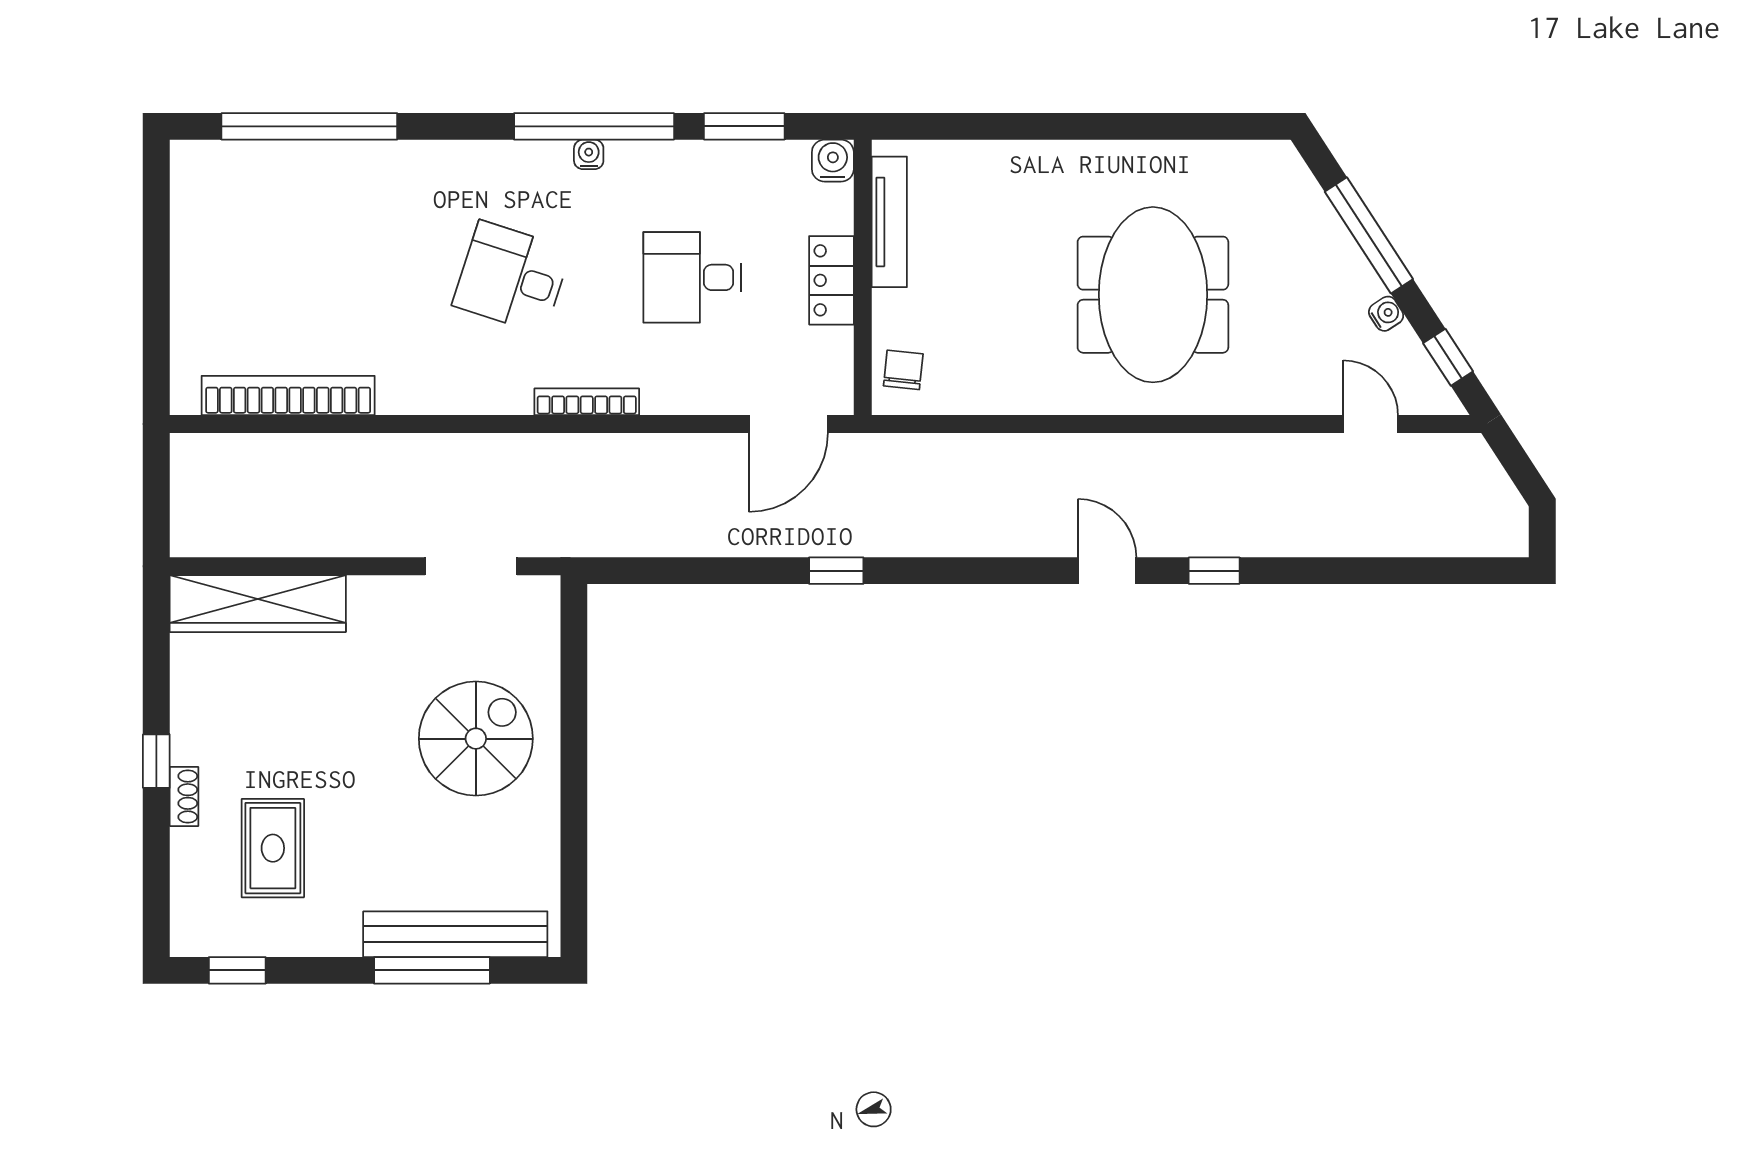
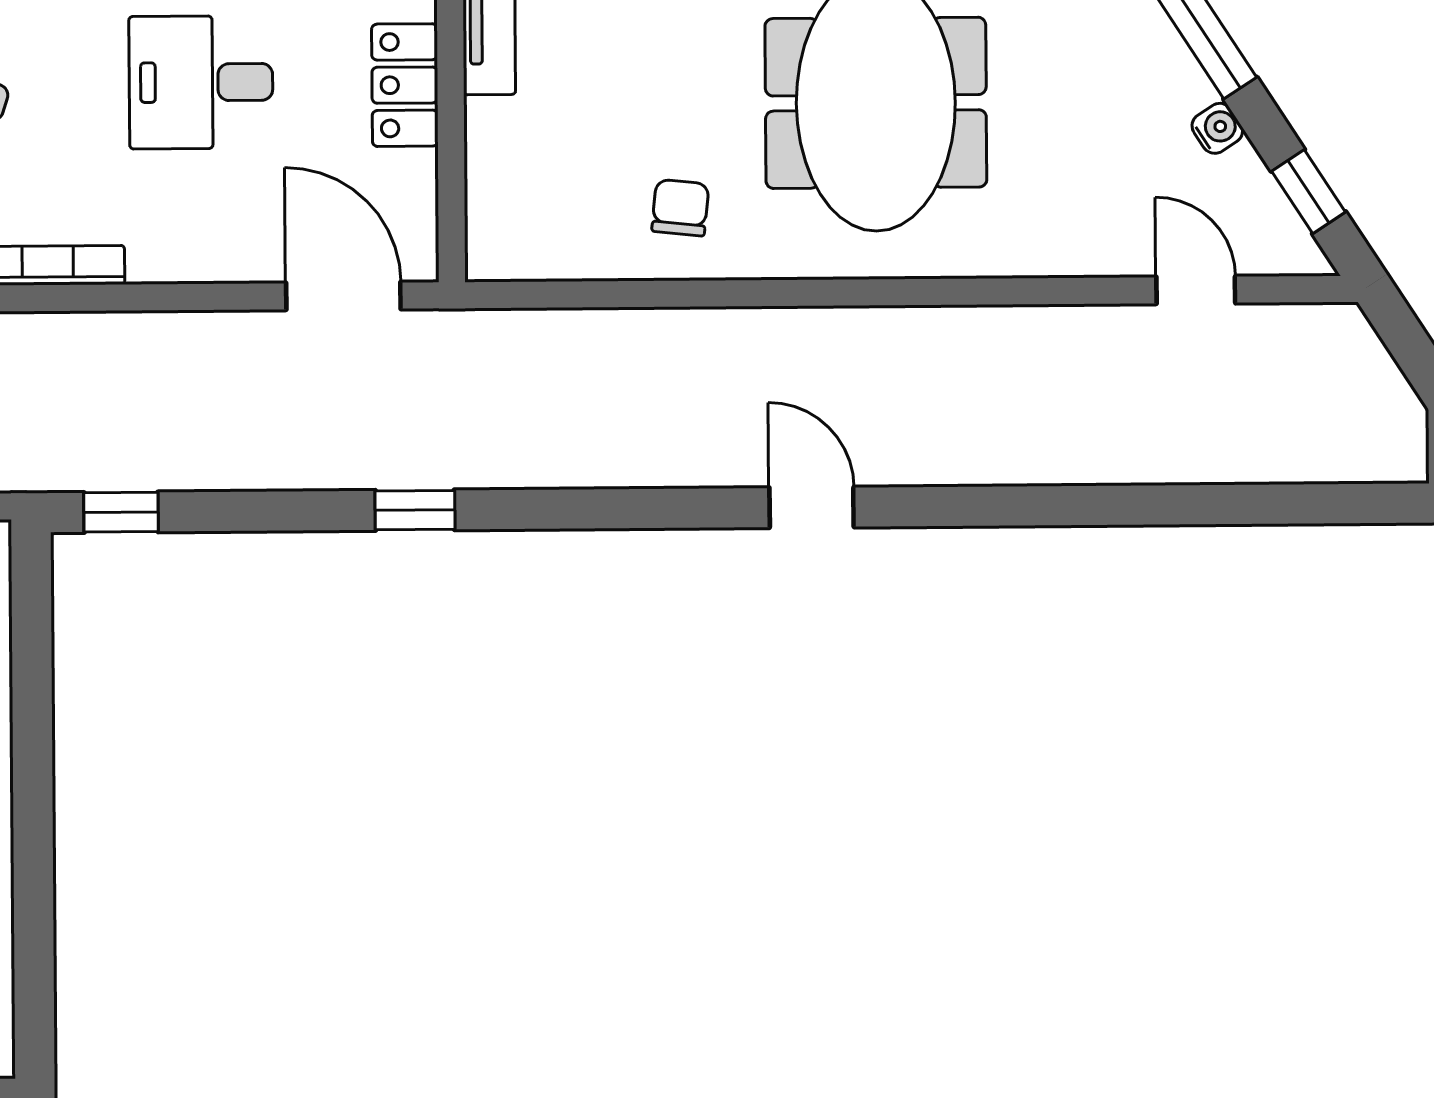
chair: (903, 370) -> (680, 208), moved
door: (788, 424) -> (343, 296), swing flipped
window: (1214, 571) -> (121, 512), moved

